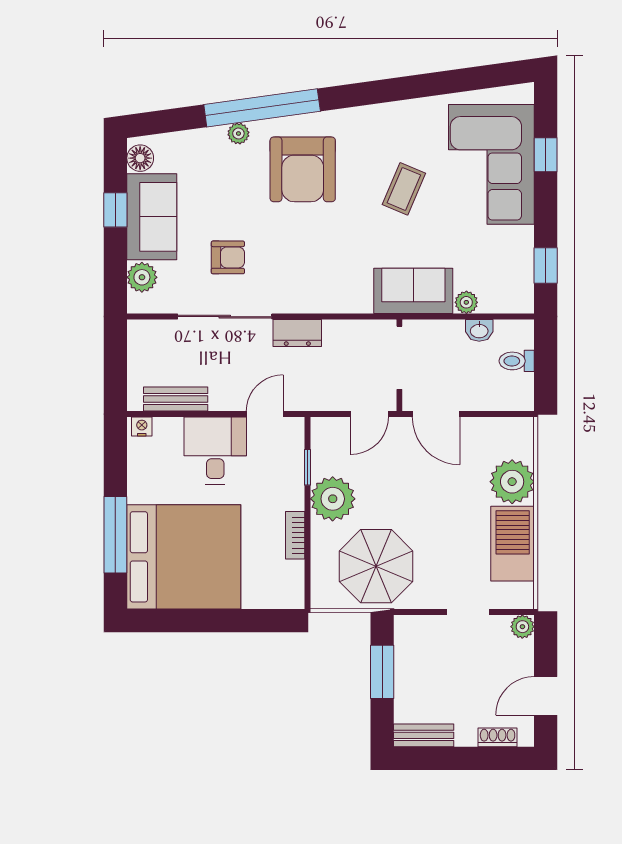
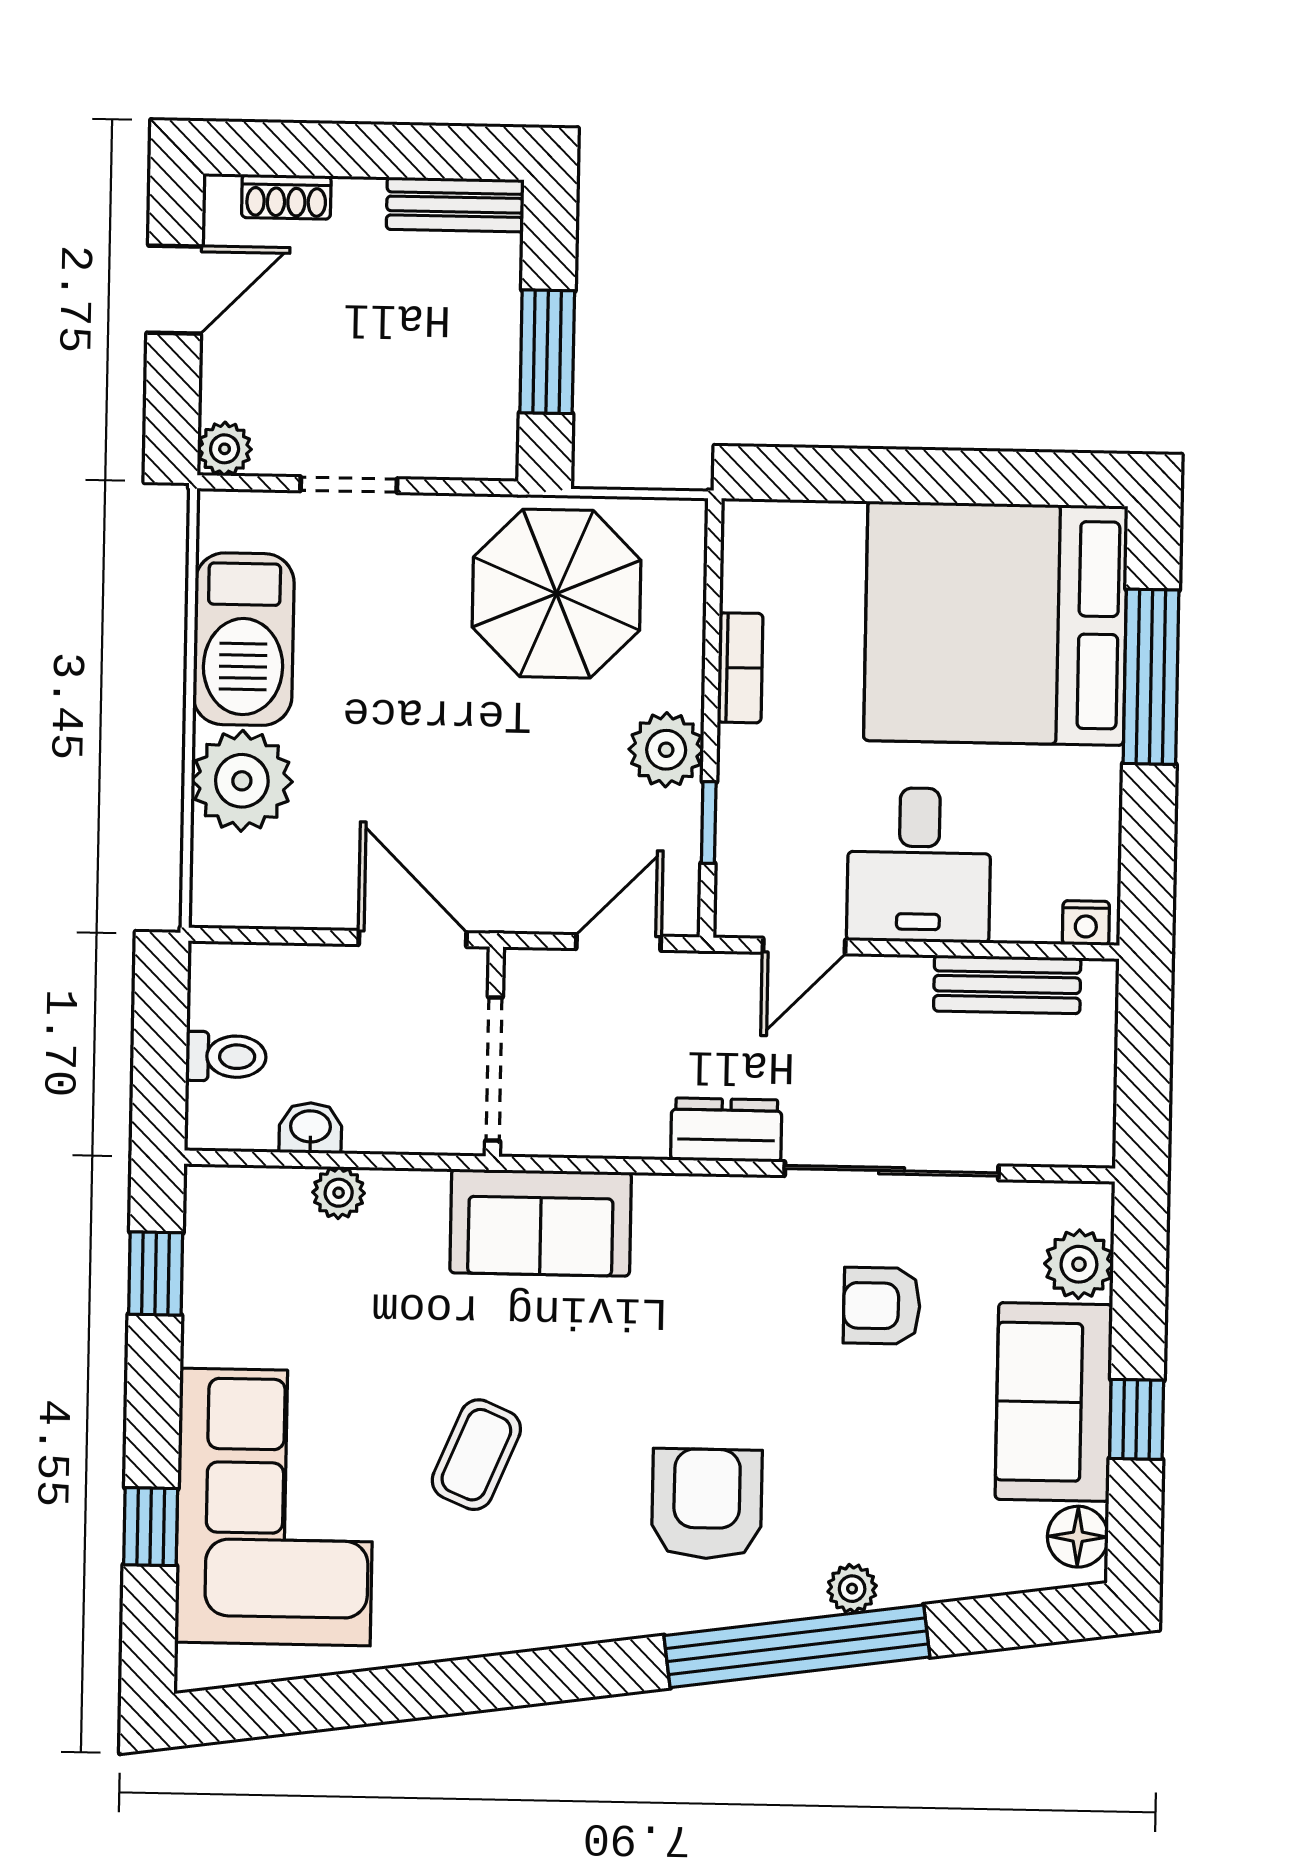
armchair: (303, 169) -> (707, 1504), width x0.73, depth x0.73
sofa: (413, 291) -> (541, 1223), moved
door: (370, 414) -> (618, 942), moved
plant: (333, 499) -> (666, 750), width x0.73, depth x0.73

